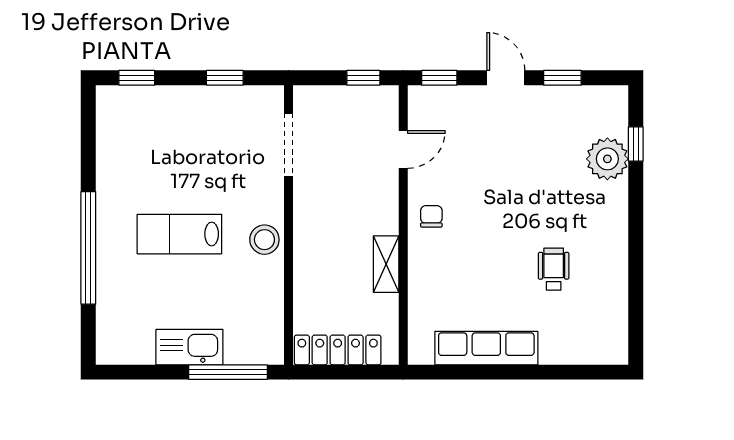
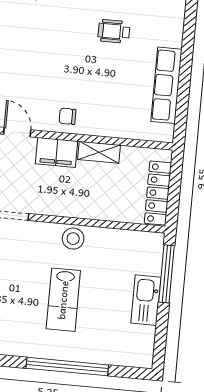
filing cabinet: (380, 206) -> (56, 152), added

